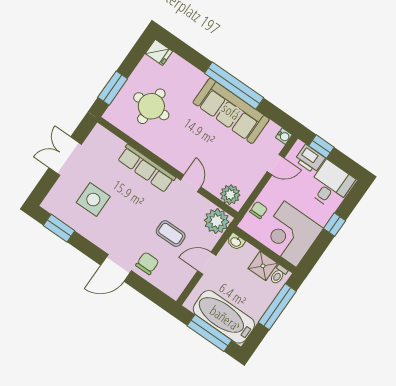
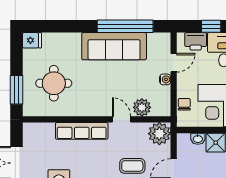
window: (234, 86) -> (125, 26), moved
water cooler: (284, 136) -> (165, 79), moved
window: (321, 146) -> (211, 26), moved
plant: (230, 195) -> (142, 107), moved
washbasin: (236, 242) -> (198, 139), moved

